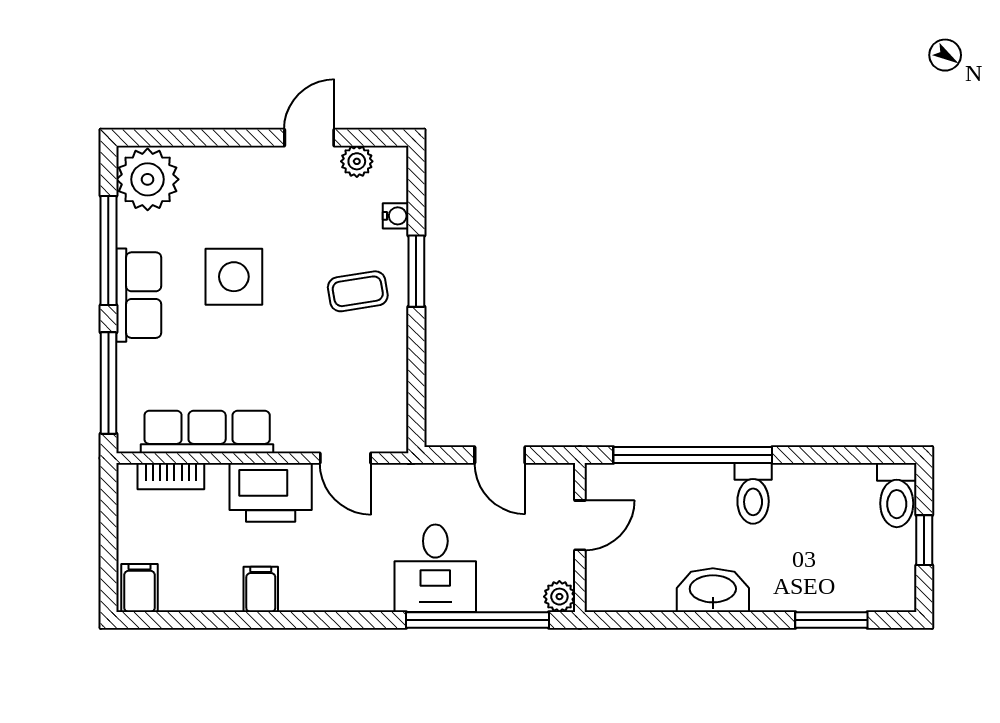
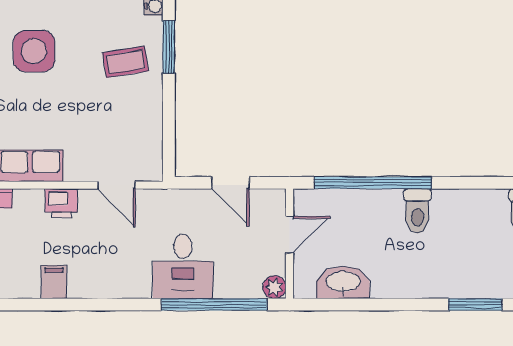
printer: (271, 492) -> (61, 203), width x0.53, depth x0.68
washbasin: (713, 590) -> (343, 282), moved

